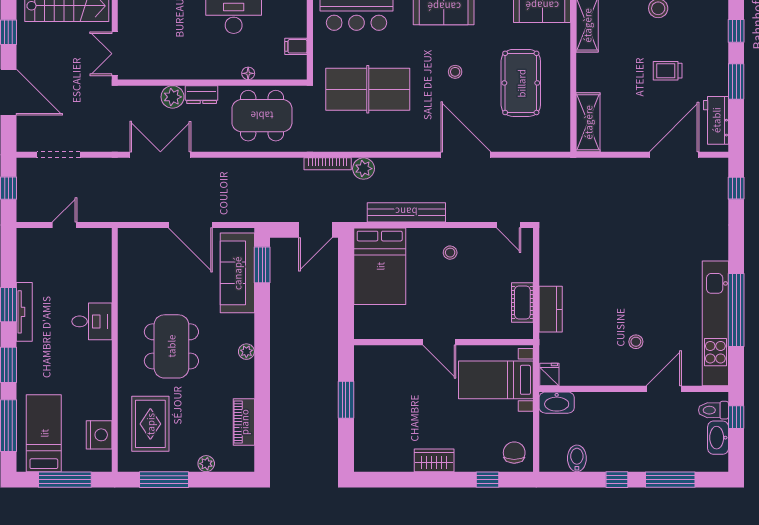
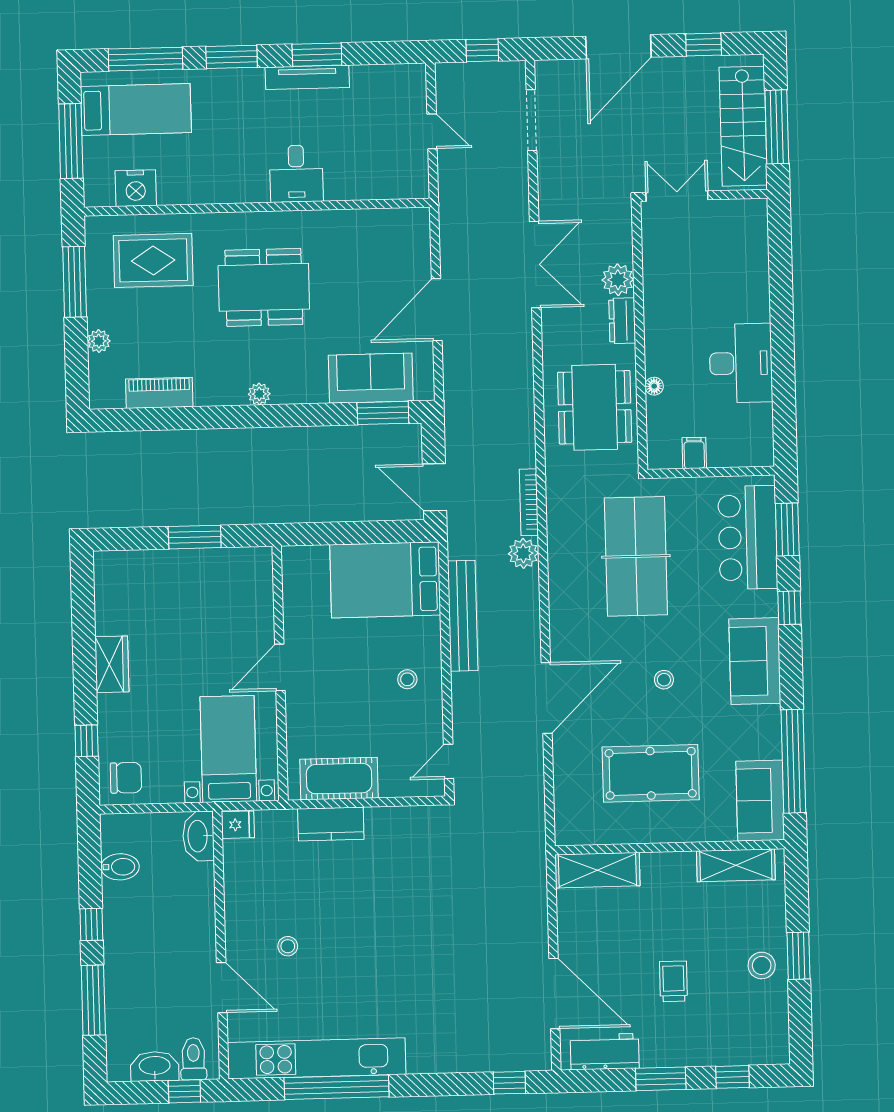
sofa: (237, 273) -> (371, 378), width x0.73
cot: (522, 302) -> (339, 779), width x1.37, depth x1.34

